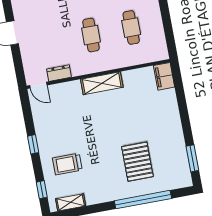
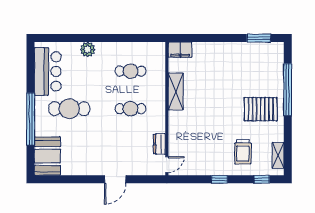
shelving: (102, 83) -> (176, 91), moved
pallet: (137, 162) -> (261, 109), moved

